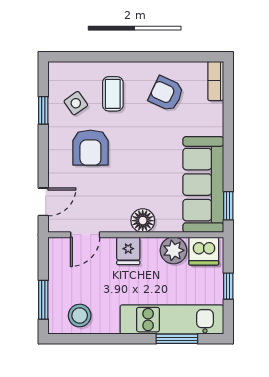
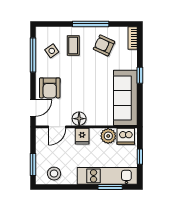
window: (143, 57) -> (91, 24), added
window: (43, 110) -> (33, 55), width x2.17
armchair: (90, 148) -> (50, 88), moved
window: (228, 206) -> (140, 75), moved
floor lamp: (143, 221) -> (79, 119), moved

